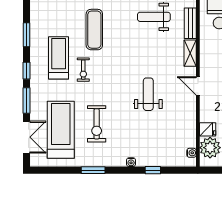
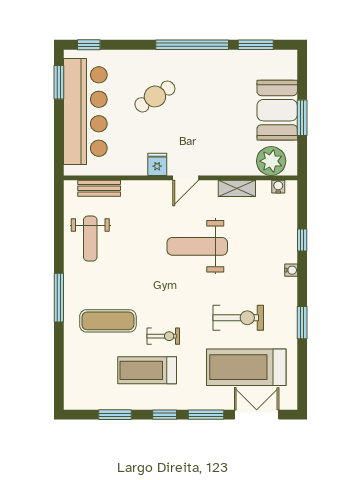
shelving: (190, 53) -> (237, 188), moved
weight bench: (148, 94) -> (197, 246), width x1.36, depth x1.33
fridge: (208, 129) -> (157, 164), moved

